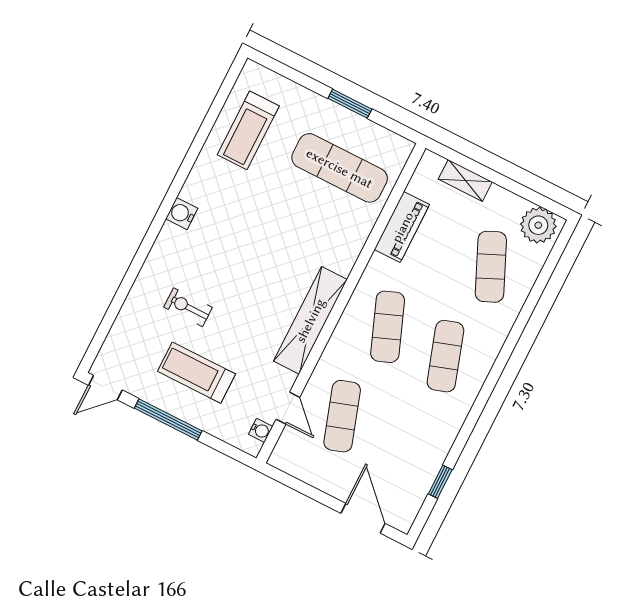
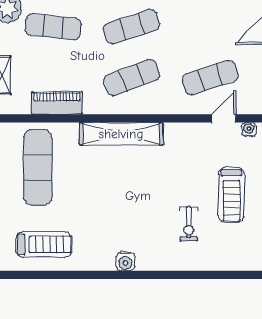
exercise mat: (491, 267) -> (53, 27), turned 30
shelving: (310, 320) -> (121, 134), moved

